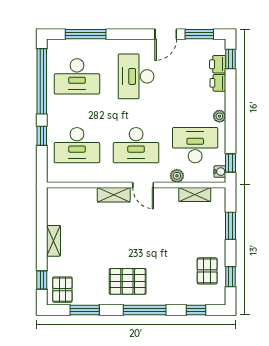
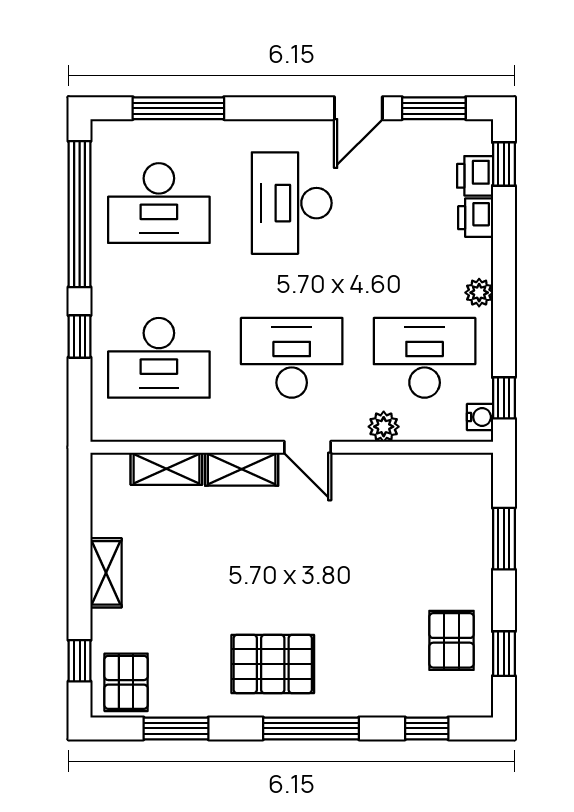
desk: (136, 145) -> (292, 358), turned 180
shelving: (195, 195) -> (166, 469), moved

